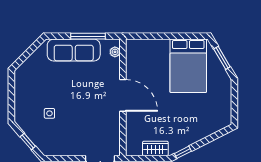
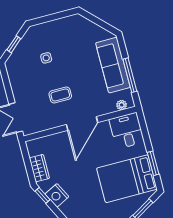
window: (180, 36) -> (153, 163), added
desk: (141, 53) -> (127, 131), added
coffee table: (89, 109) -> (60, 95), added
nightstand: (186, 138) -> (57, 195), added

